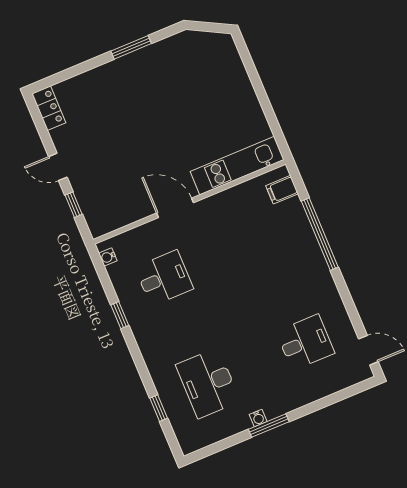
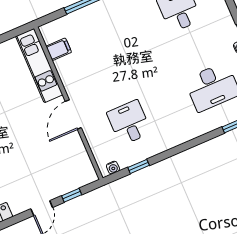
filing cabinet: (282, 190) -> (59, 49), moved, turned -90
window: (120, 315) -> (139, 166), moved

